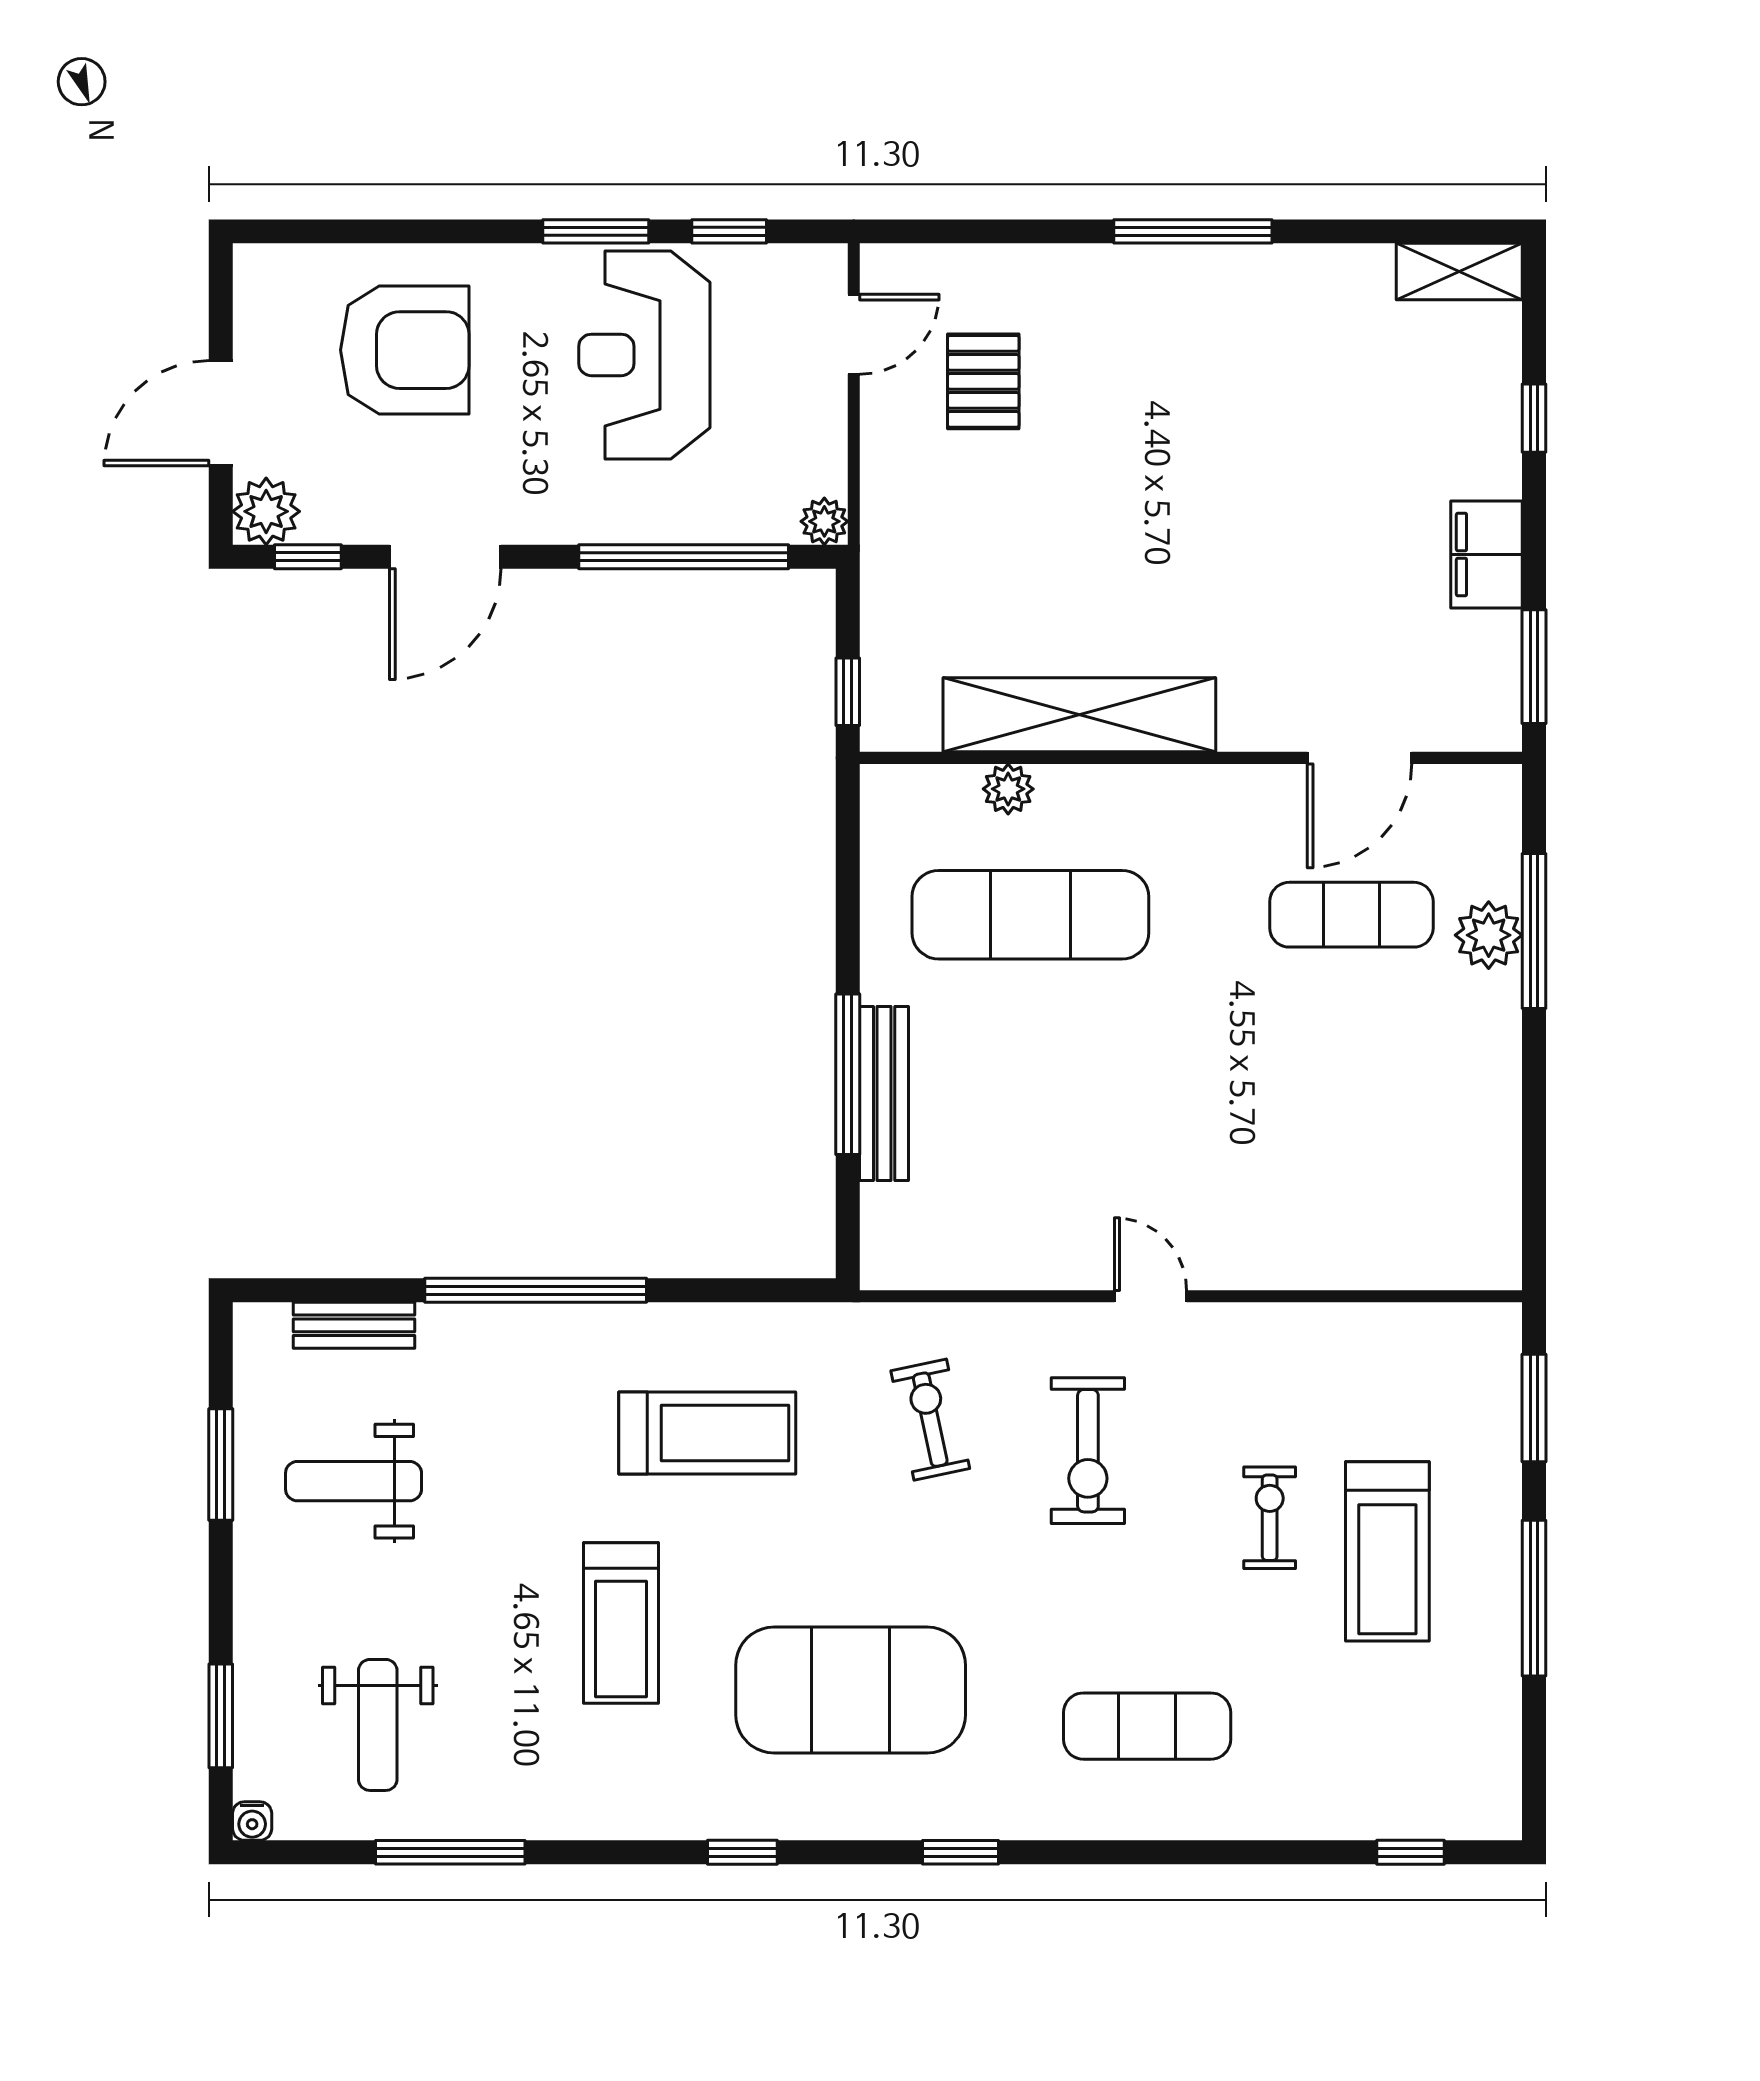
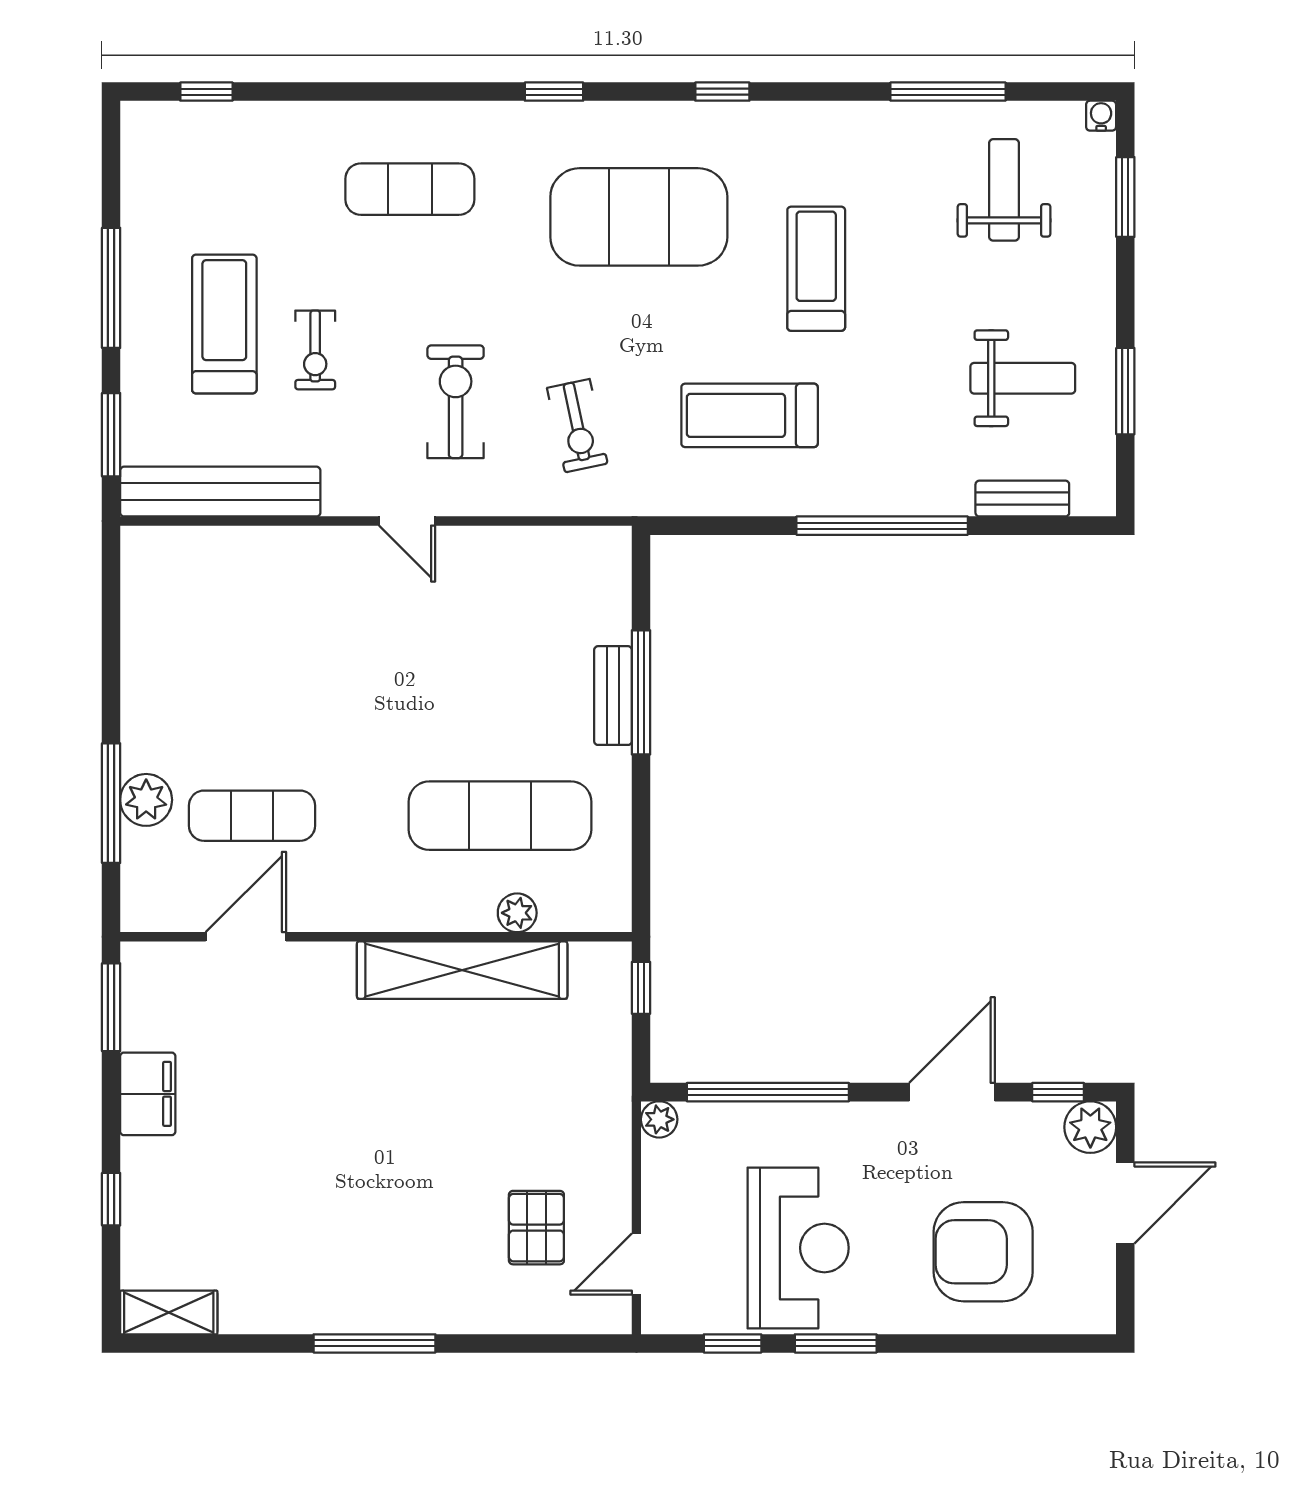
bench: (884, 1093) -> (613, 696), width x0.73
bench: (1393, 1334) -> (220, 492), added

